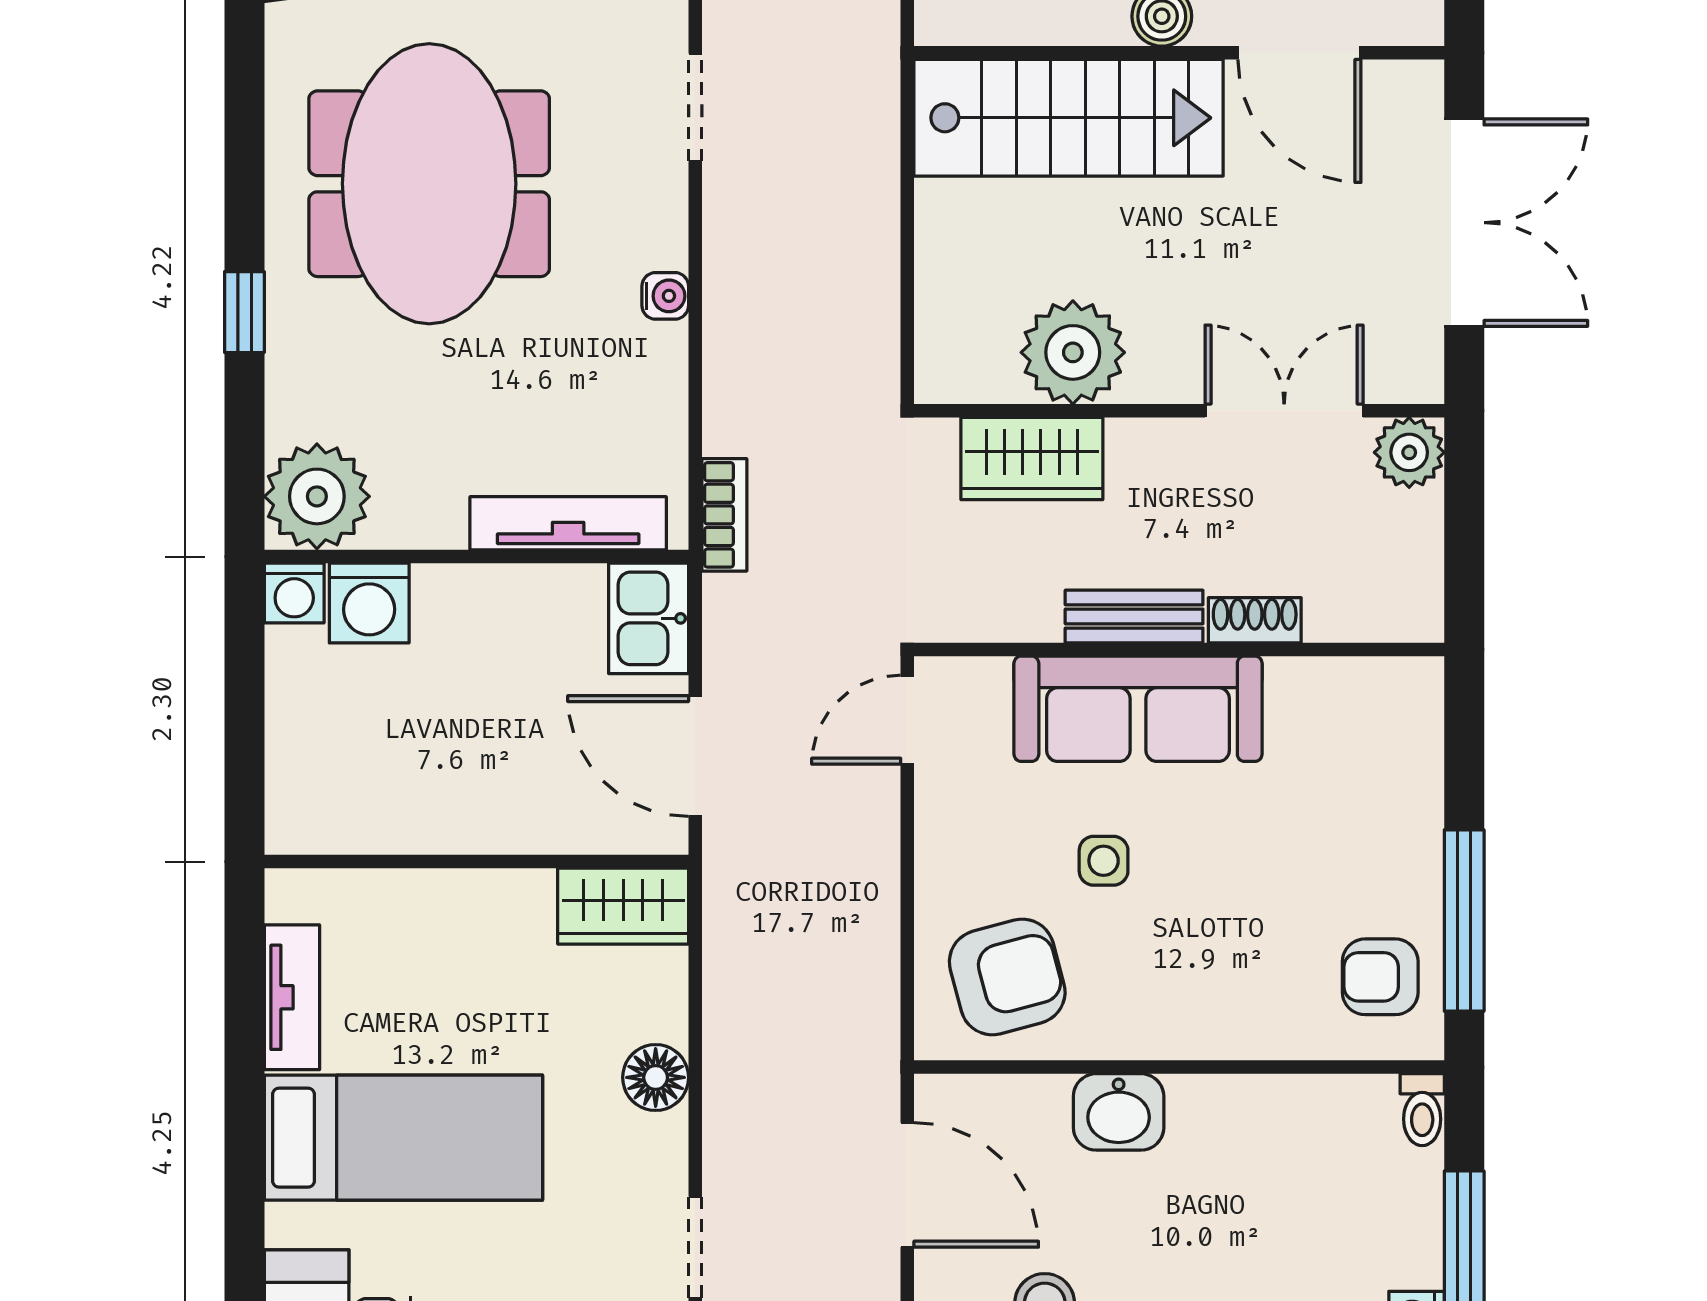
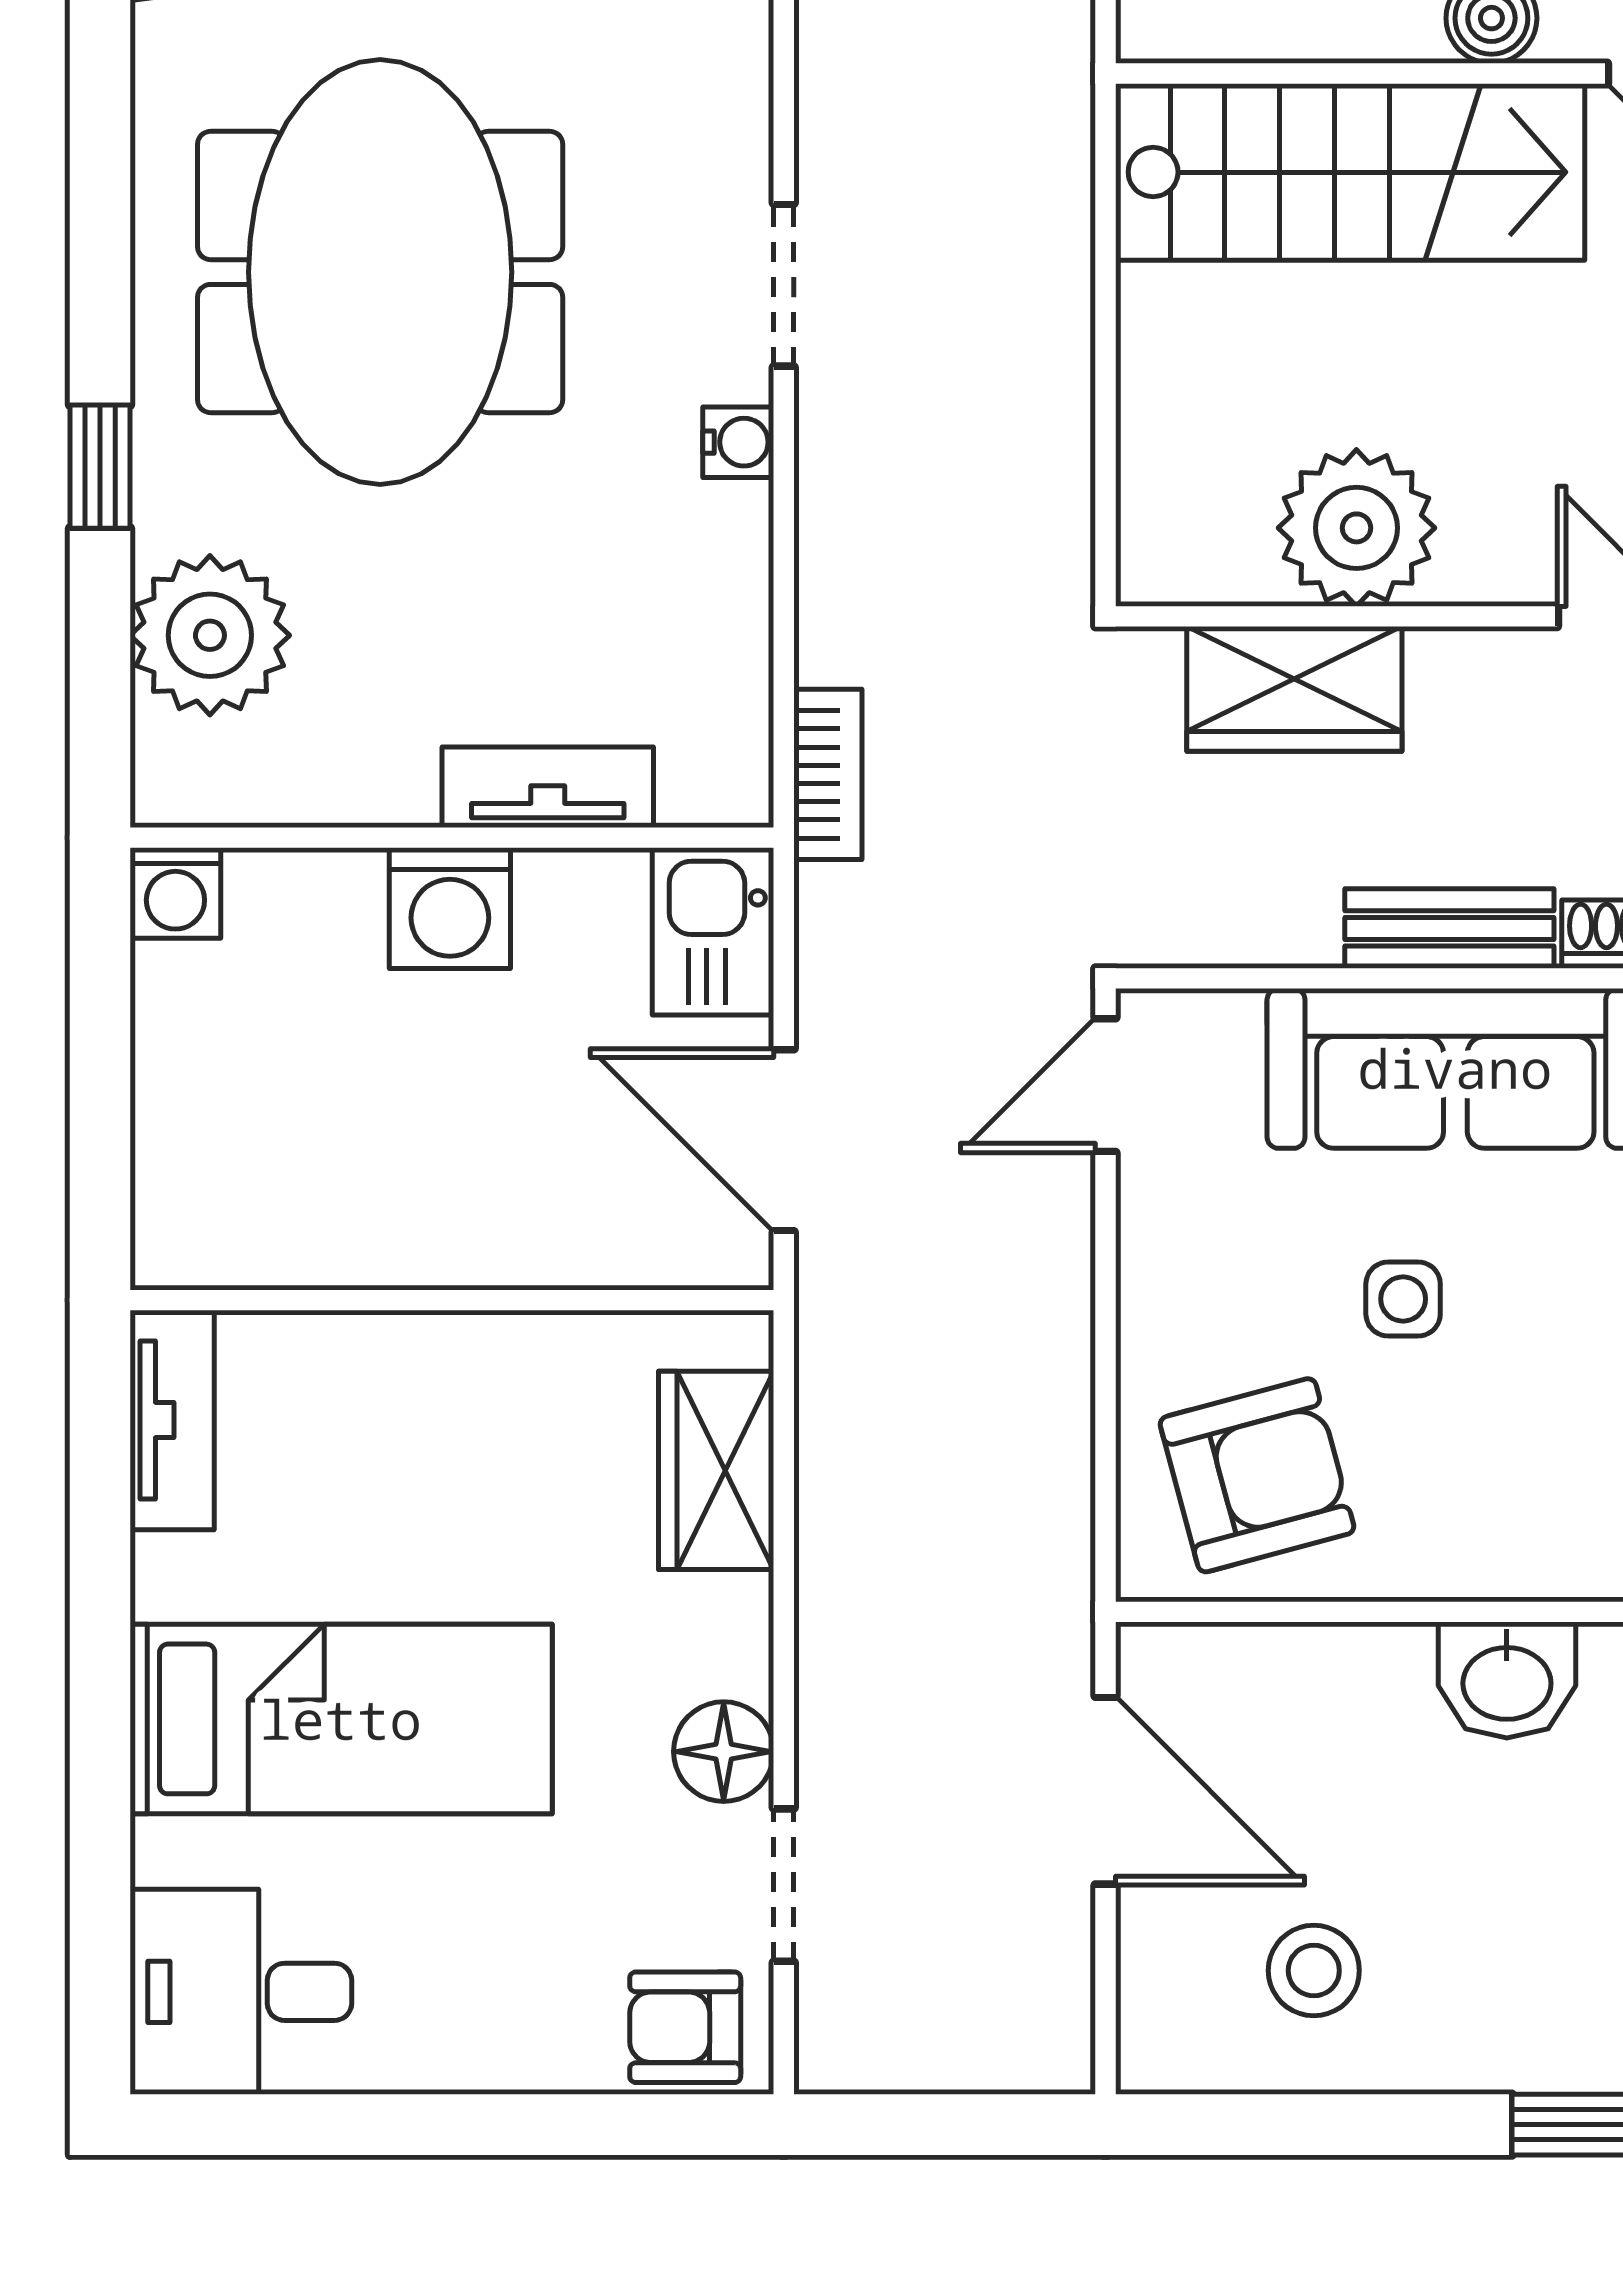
doorway: (695, 107) -> (784, 285), moved
plant: (317, 496) -> (210, 635), moved
tv unit: (568, 523) -> (548, 787), width x0.71
washing machine: (369, 603) -> (450, 908), moved
wardrobe: (623, 906) -> (716, 1470), moved, turned 90
tv unit: (292, 997) -> (172, 1420), moved
floor lamp: (656, 1077) -> (724, 1752), moved
washbasin: (1119, 1112) -> (1507, 1680), moved

